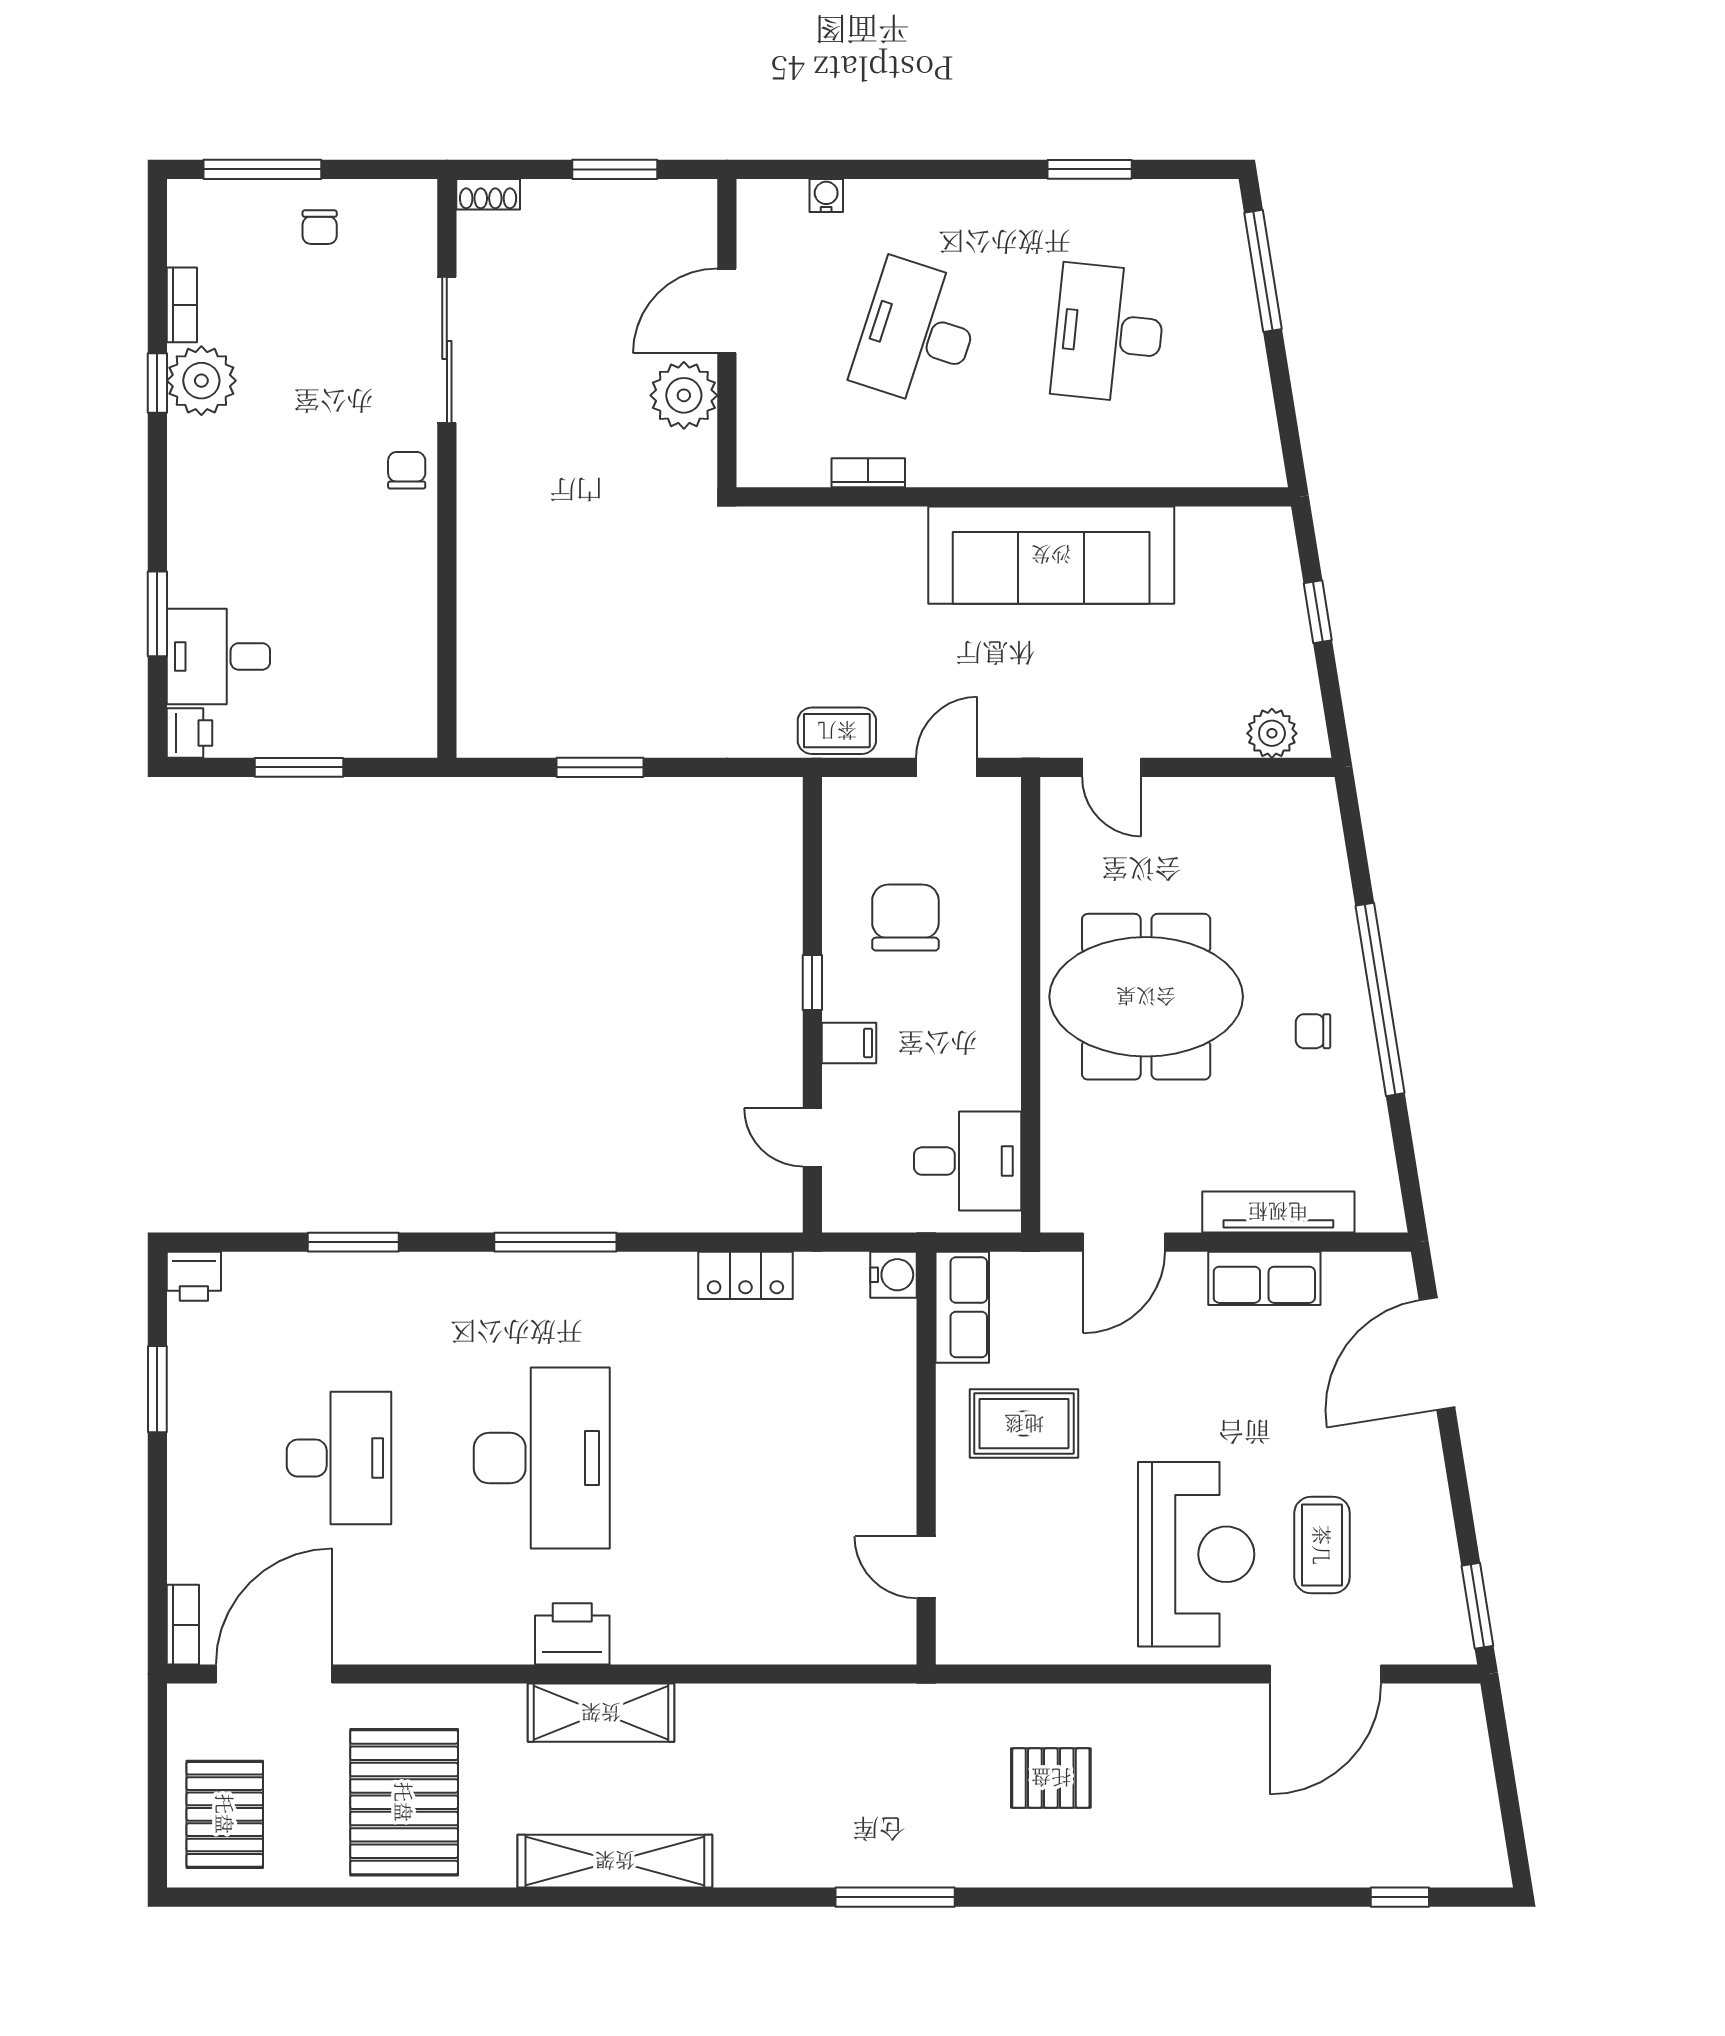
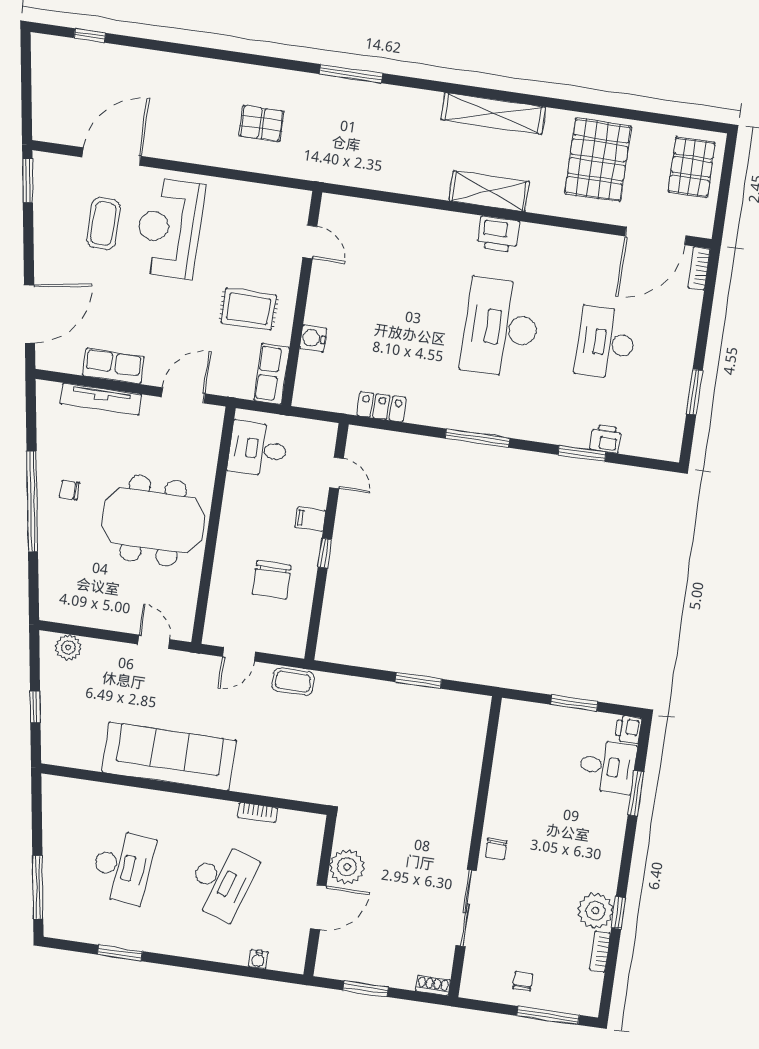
chair: (1313, 1031) -> (69, 490), turned 180
water cooler: (894, 1275) -> (313, 338), moved
printer: (194, 1276) -> (606, 439), moved

